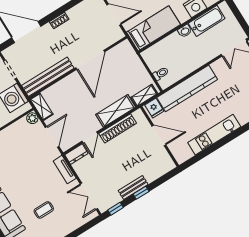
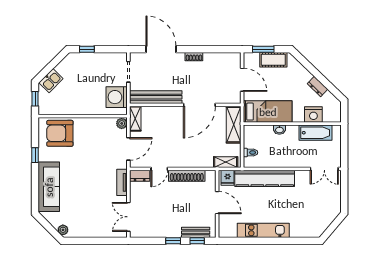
washbasin: (185, 31) -> (279, 130), moved
shelving: (116, 111) -> (234, 125), moved, turned 90
bench: (133, 188) -> (196, 232), moved
window: (115, 209) -> (197, 241), moved
coffee table: (44, 210) -> (84, 205), removed

